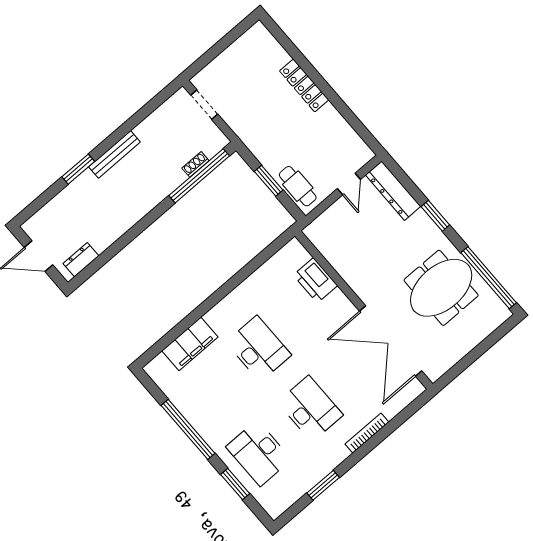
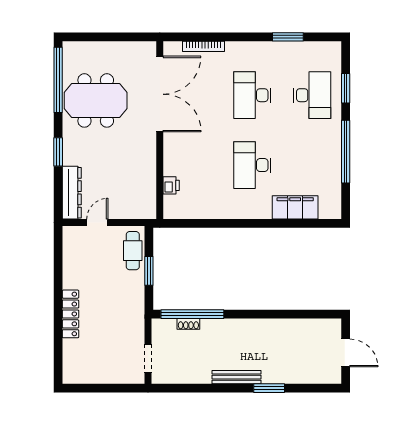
dresser: (81, 260) -> (319, 326), removed
printer: (315, 280) -> (171, 185), width x0.53, depth x0.68
bookcase: (367, 433) -> (203, 46), moved

